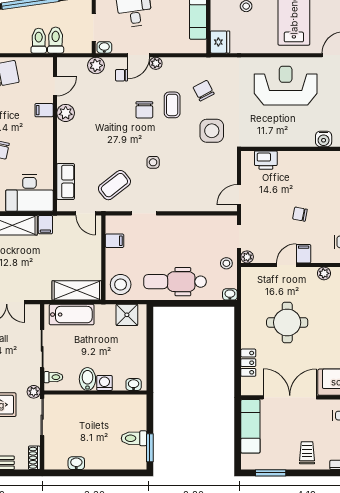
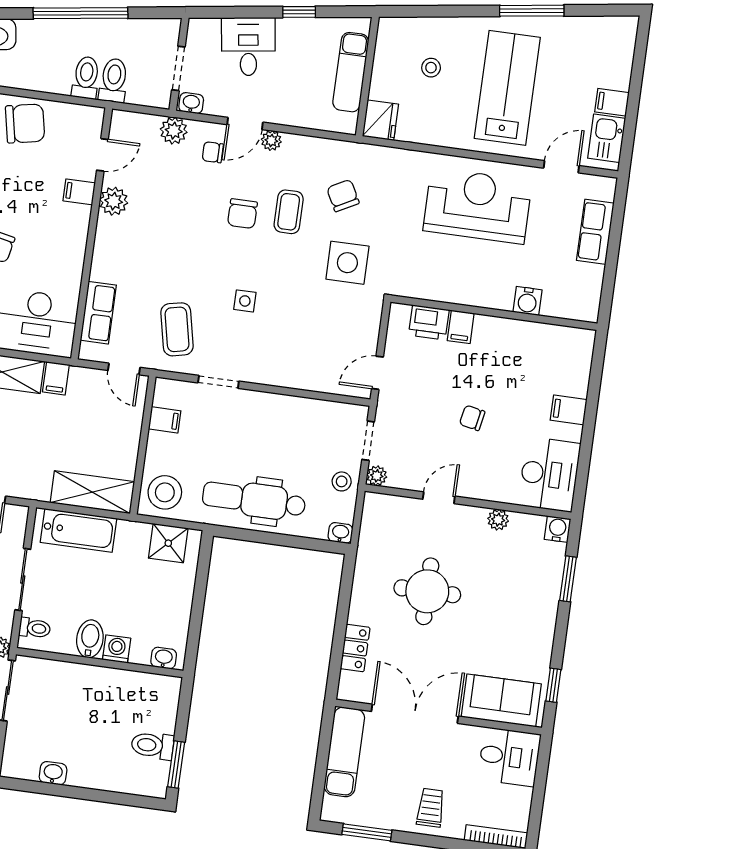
coffee table: (114, 185) -> (177, 329), turned -64
filing cabinet: (304, 254) -> (461, 327), moved, turned 180

